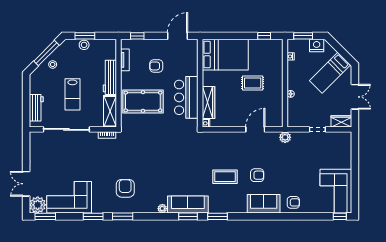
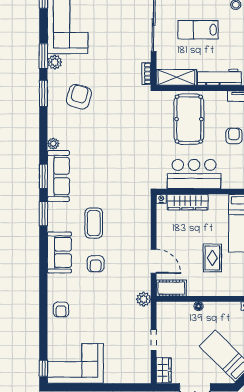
cot: (276, 115) -> (171, 288), added
armchair: (125, 188) -> (79, 97), turned -74
sofa: (264, 204) -> (59, 252), moved
plant: (98, 207) -> (55, 62), added

